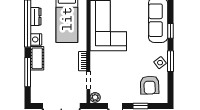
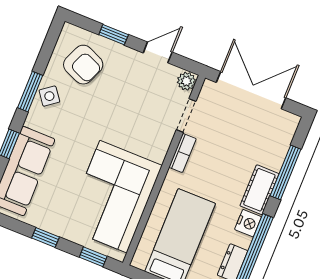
armchair: (150, 85) -> (83, 65), turned 115

